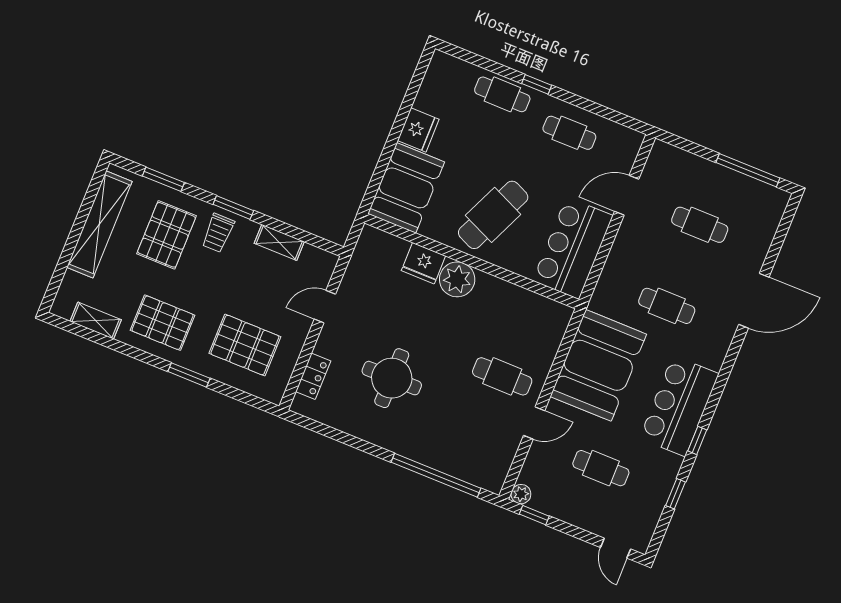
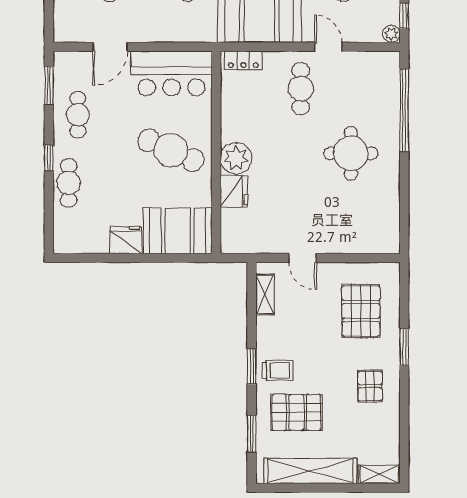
window: (612, 115) -> (49, 85), added
door: (627, 195) -> (110, 47), hinge flipped
shelving: (279, 242) -> (265, 295), moved
shelving: (96, 321) -> (379, 474), moved, turned 90
pallet: (163, 323) -> (370, 386), width x0.67, depth x0.71
locker: (313, 376) -> (243, 60), moved, turned 180
round table: (392, 378) -> (351, 153), moved

